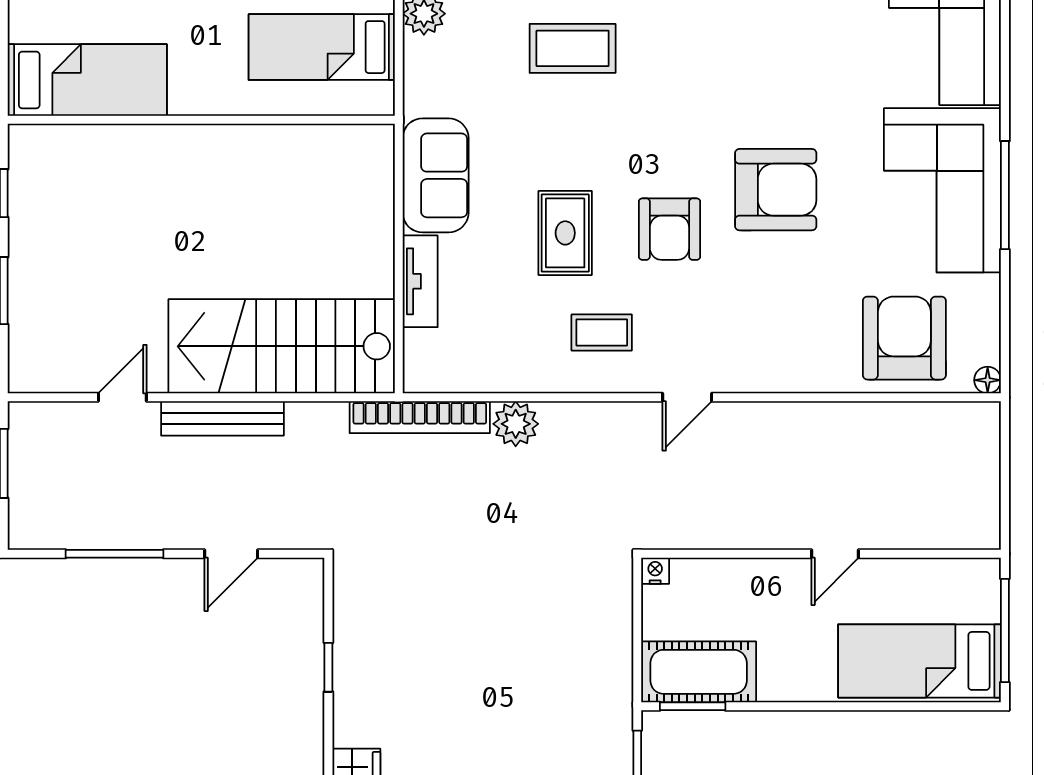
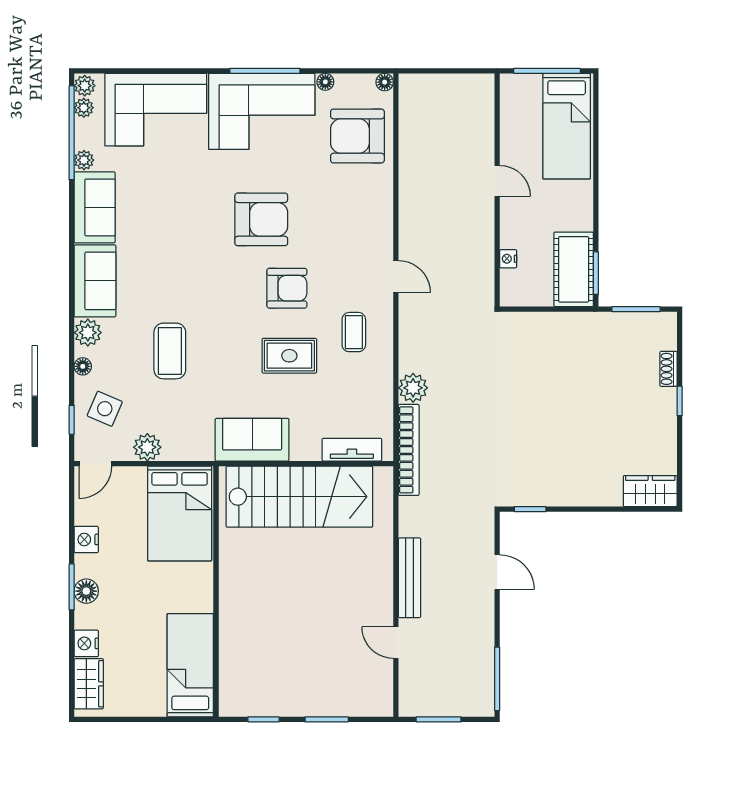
bed: (322, 47) -> (180, 513), width x1.50
armchair: (776, 190) -> (261, 219), turned 90
tv unit: (420, 281) -> (352, 450), moved
floor lamp: (988, 288) -> (325, 82), added
stairs: (282, 346) -> (299, 497), moved, turned -90
window: (114, 554) -> (497, 679), moved
nightstand: (655, 571) -> (508, 259), moved
window: (328, 667) -> (530, 509), moved

